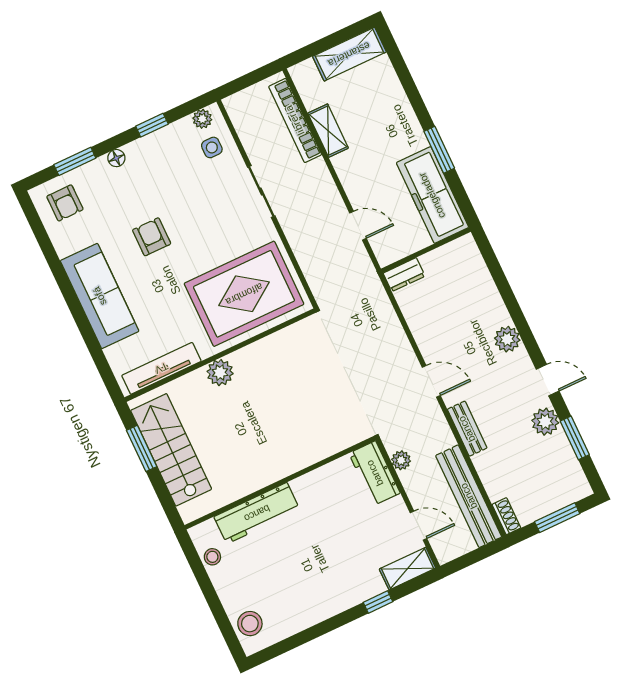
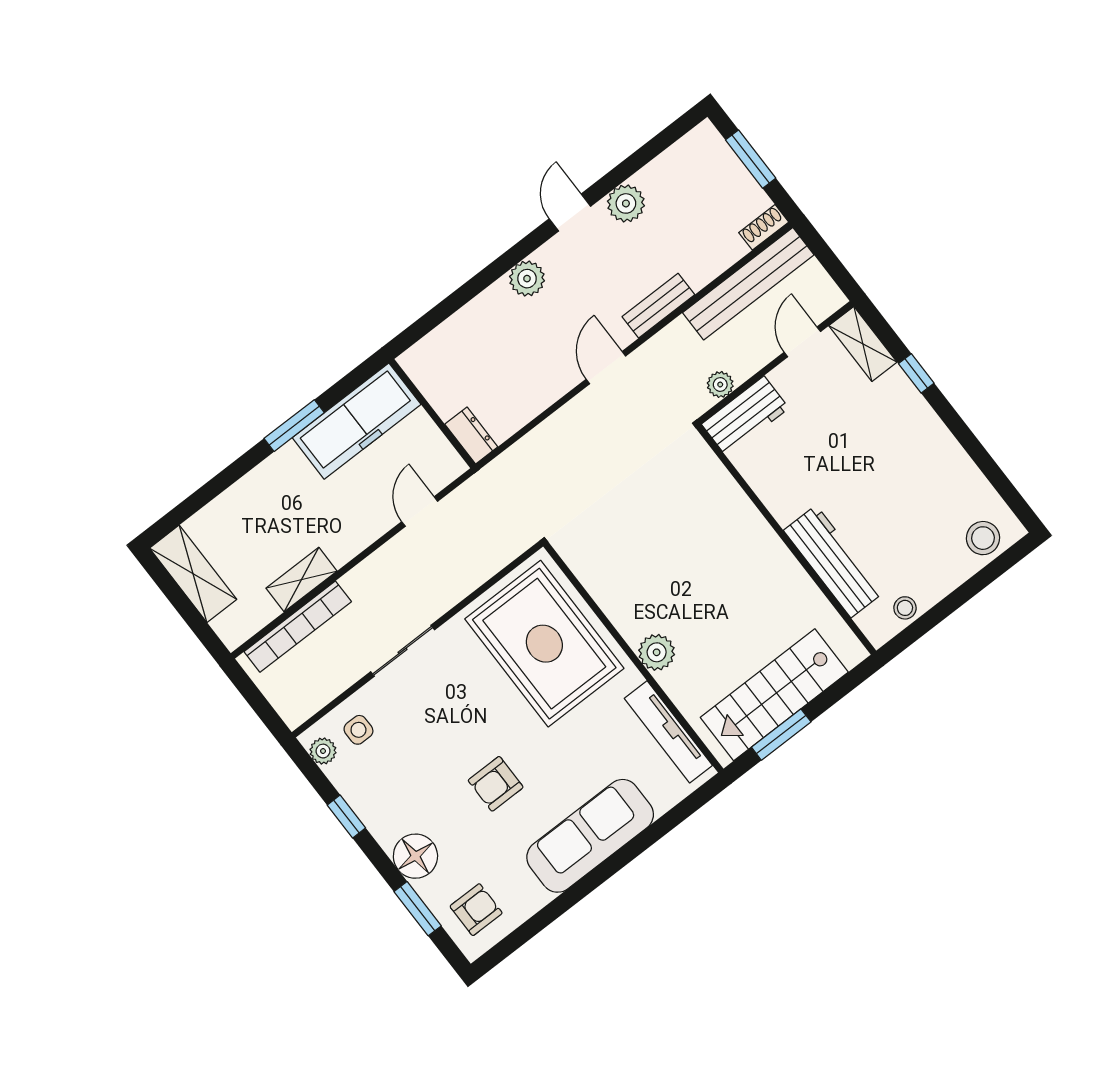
floor lamp: (116, 158) -> (415, 856), width x1.89, depth x1.89
window: (575, 438) -> (639, 159), removed

